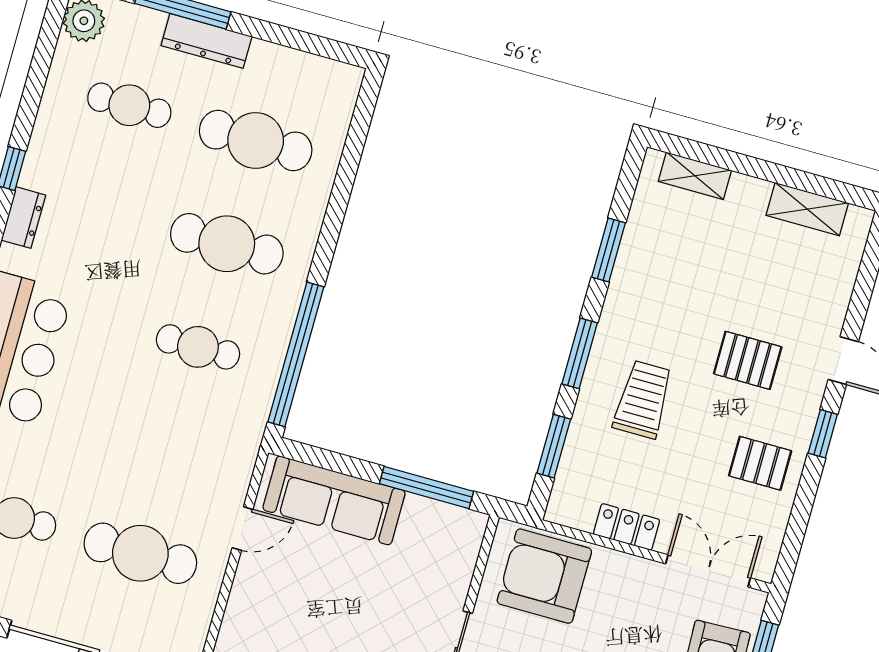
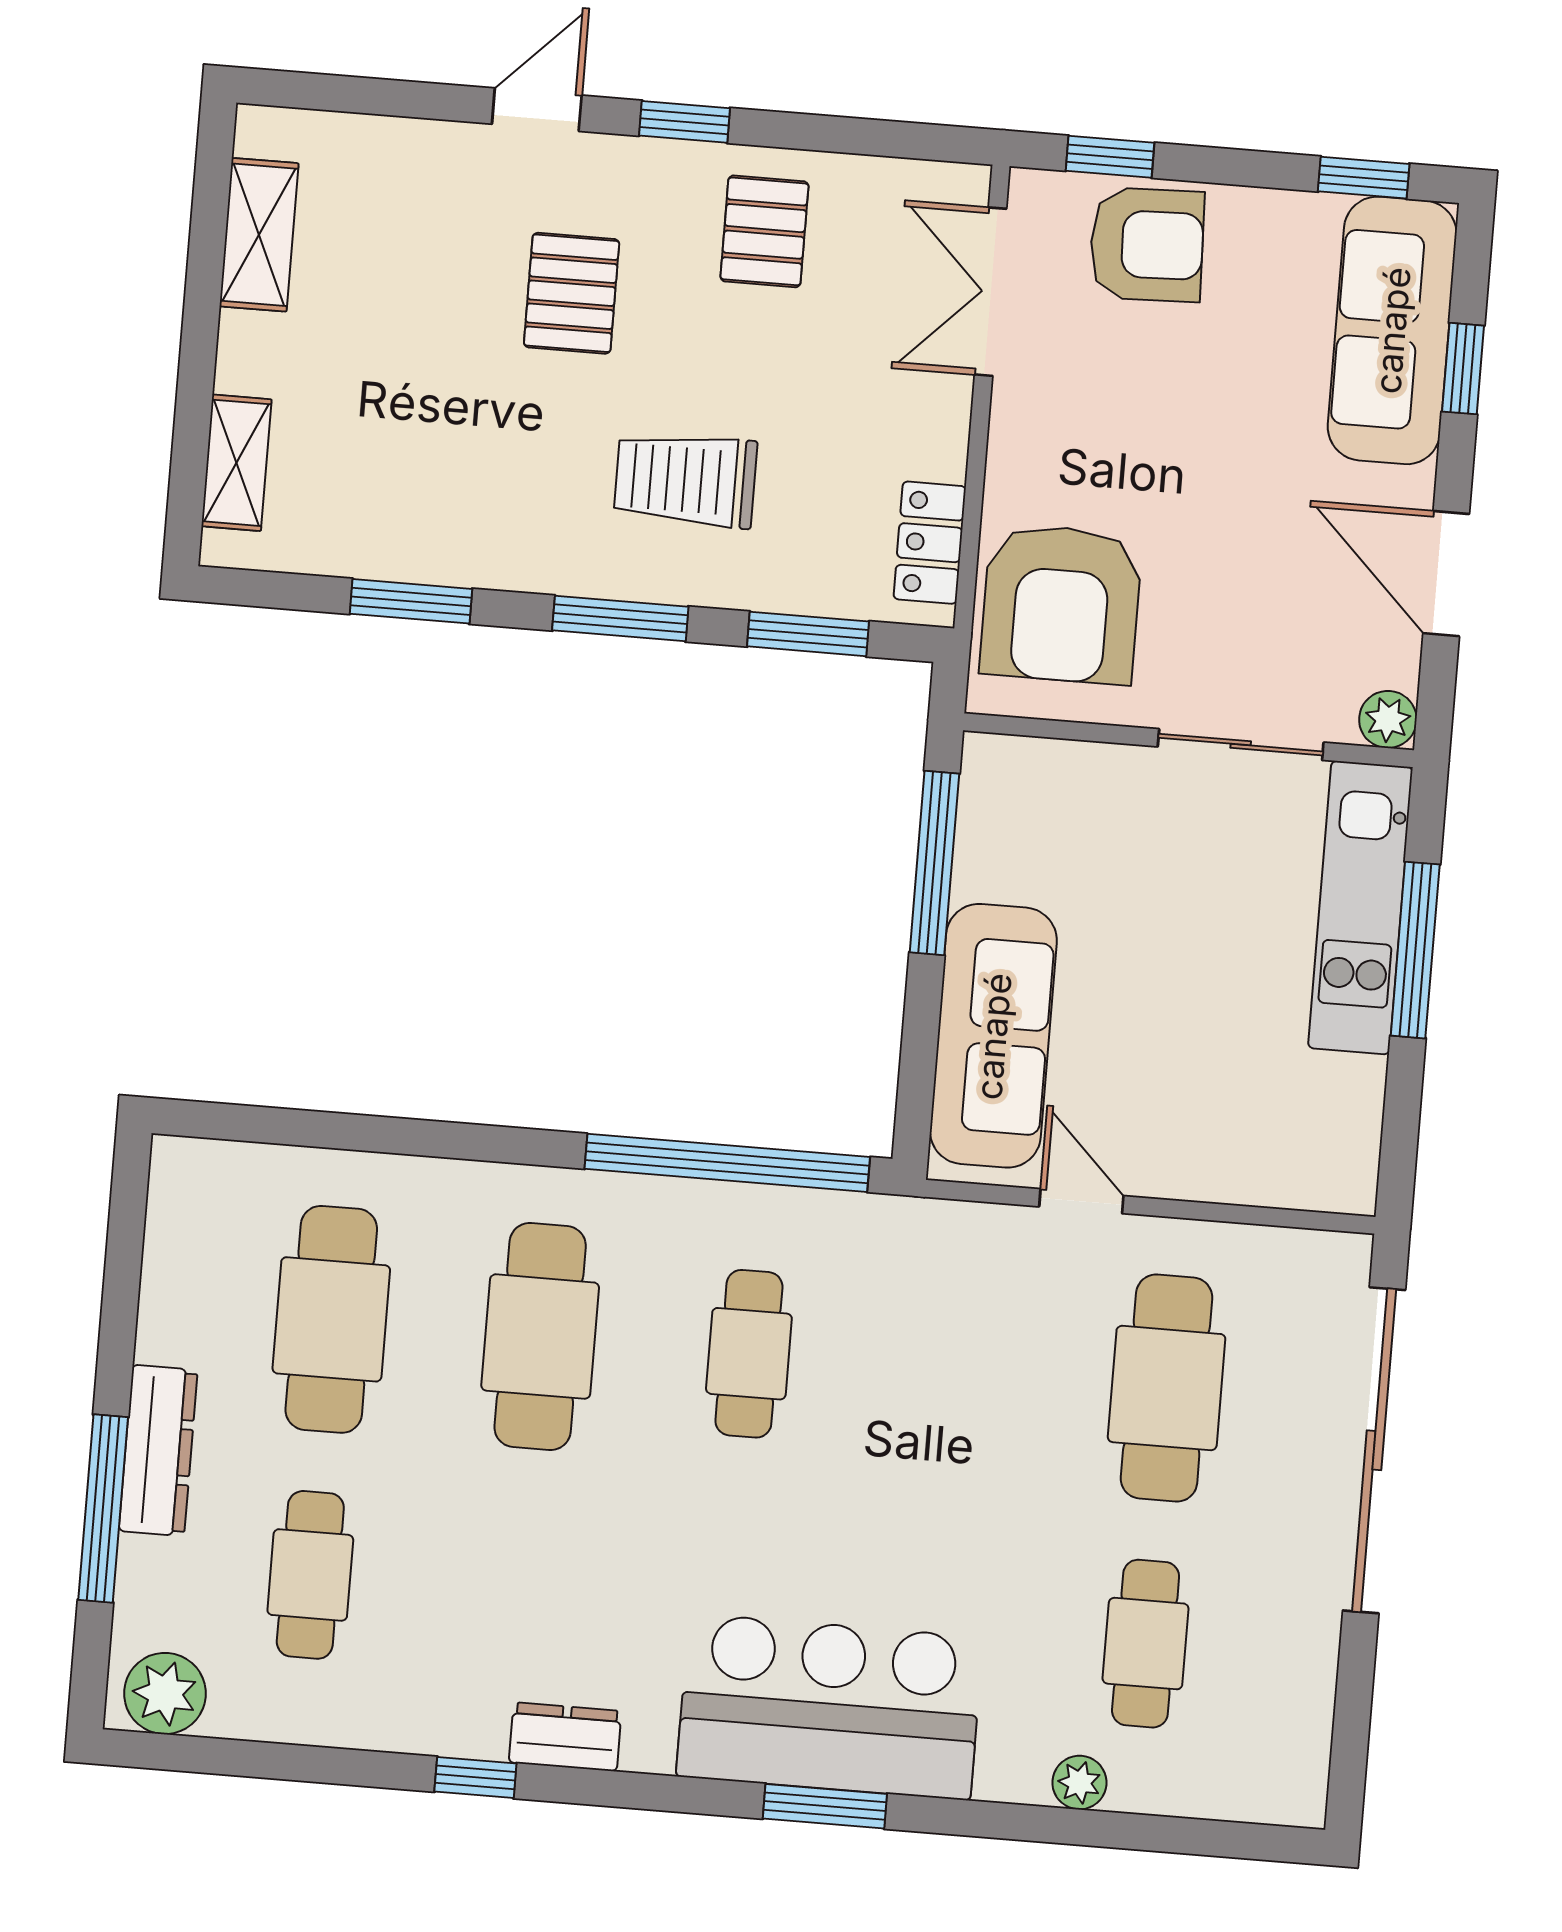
locker: (627, 527) -> (930, 543), moved

